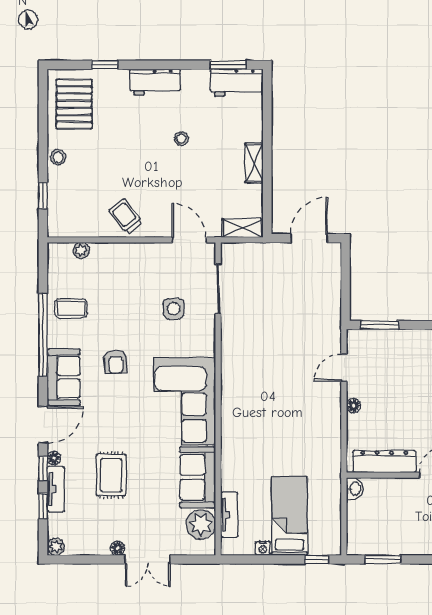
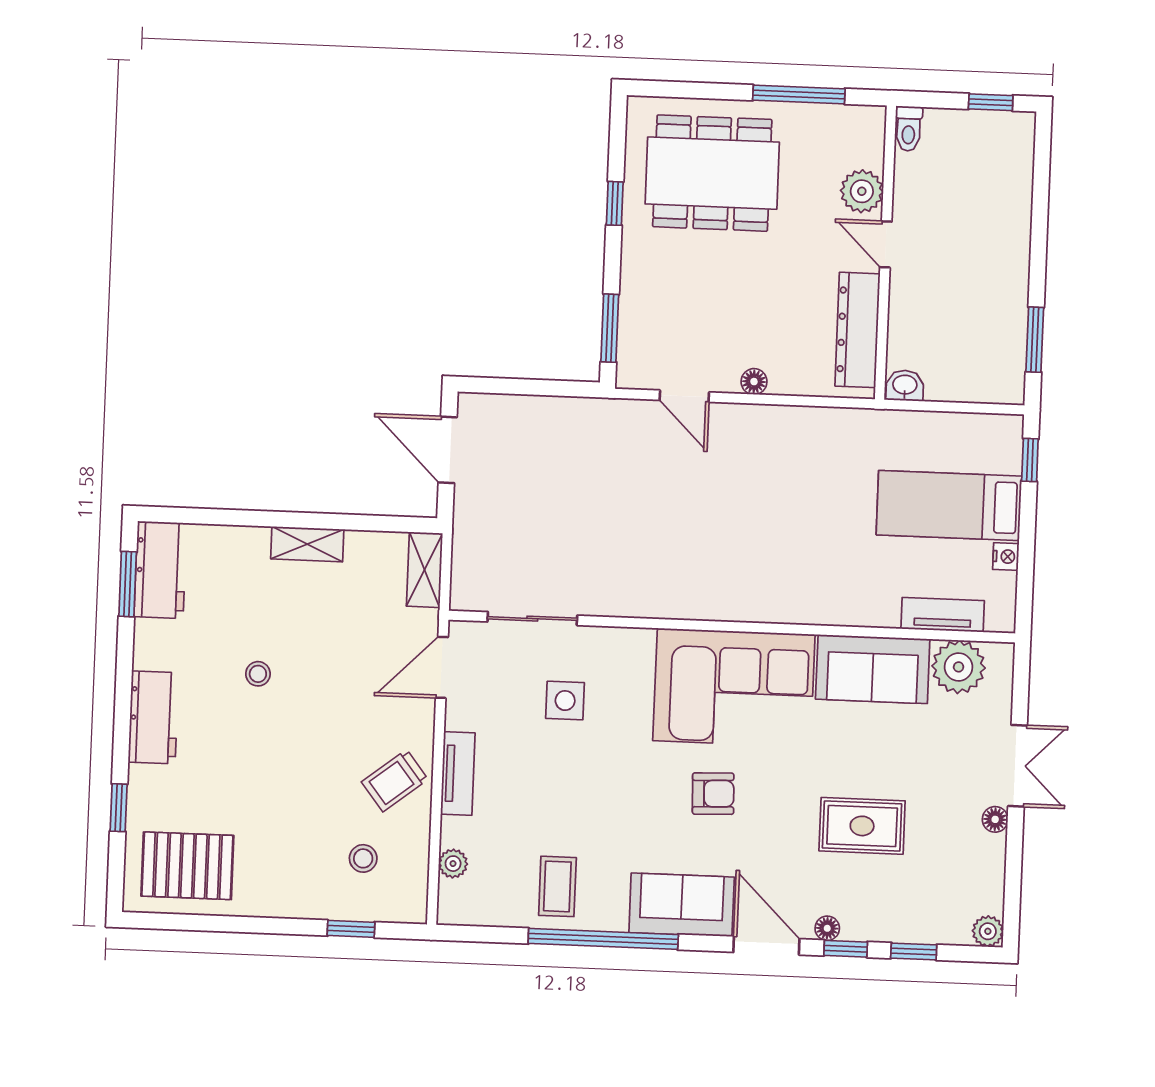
stool: (58, 157) -> (363, 858), moved
armchair: (116, 362) -> (713, 794), moved
tv unit: (56, 489) -> (458, 774), moved, turned 90

